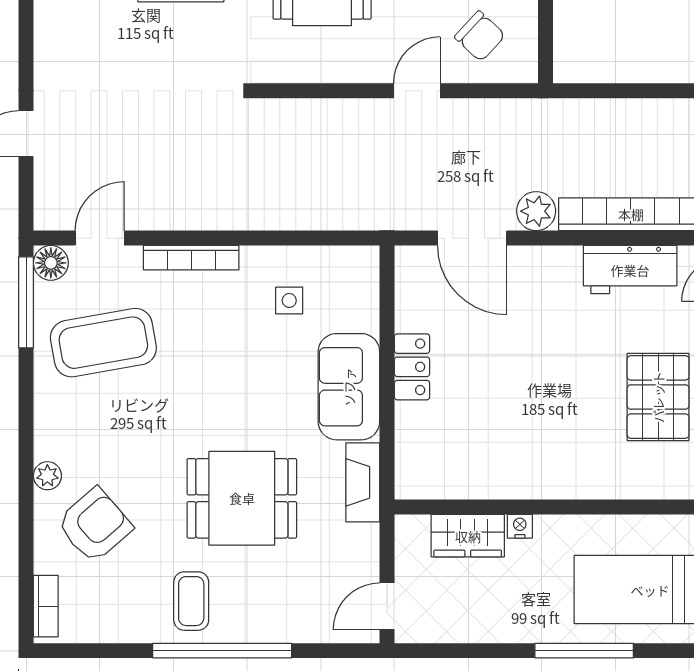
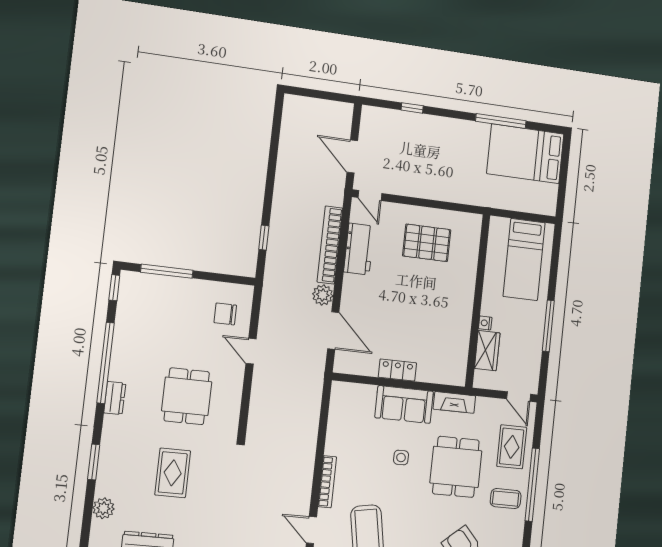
chair: (480, 36) -> (225, 314), turned -133
window: (629, 91) -> (264, 238), added
door: (472, 238) -> (333, 331), hinge flipped
side table: (289, 300) -> (401, 458), moved
rug: (290, 603) -> (512, 447), added
window: (584, 651) -> (548, 326), moved

